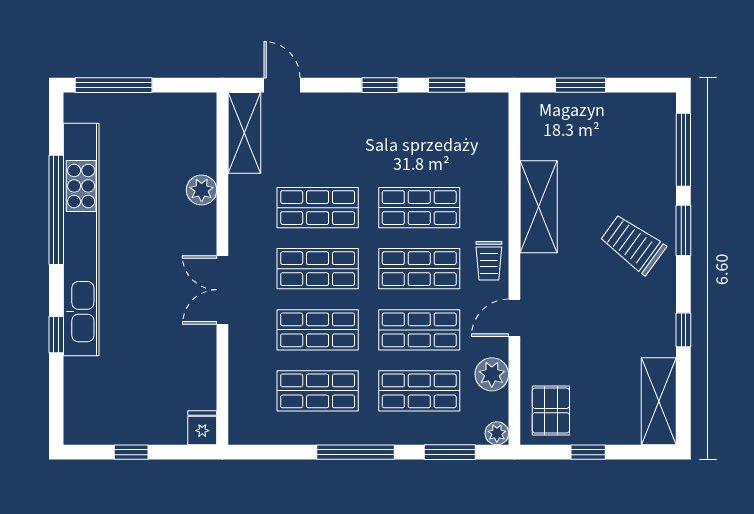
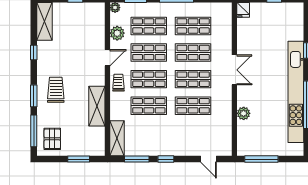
window: (114, 85) -> (261, 159), moved
window: (447, 85) -> (137, 159), width x1.50
shelving: (244, 133) -> (117, 138), moved
trolley: (633, 244) -> (56, 90), turned -126
pallet: (551, 411) -> (52, 139), moved

